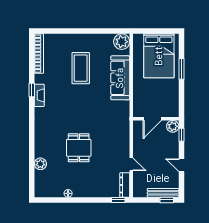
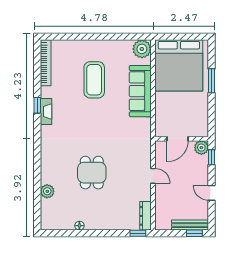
bed: (159, 56) -> (179, 65), width x1.36
door: (131, 164) -> (153, 176), moved

